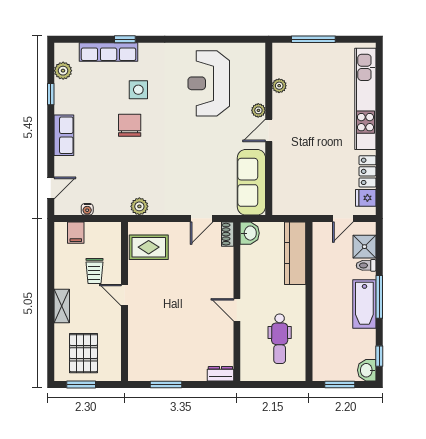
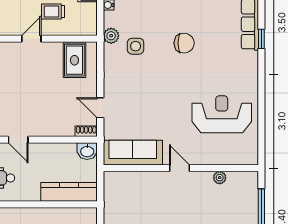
side table: (138, 90) -> (136, 46), moved
plant: (258, 110) -> (197, 159), removed
plant: (139, 206) -> (111, 36), moved
door: (237, 310) -> (18, 140), swing flipped

